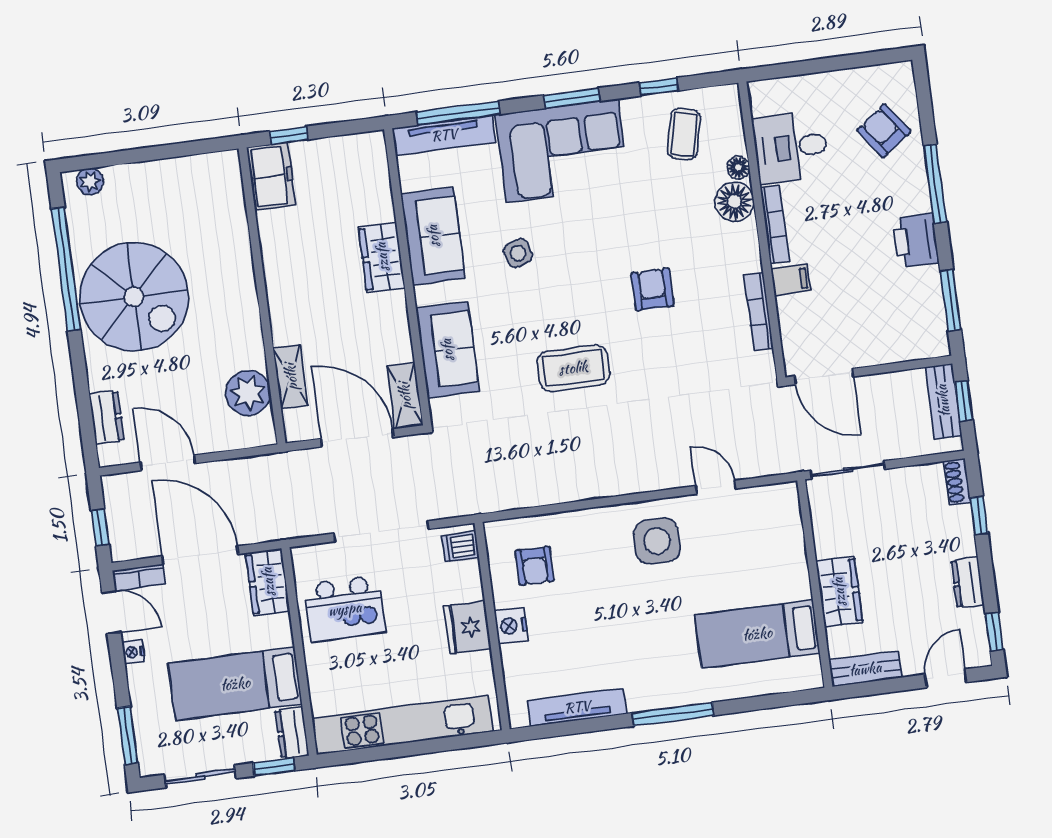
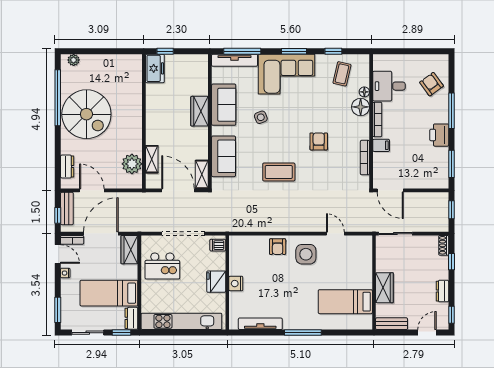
bench: (943, 401) -> (67, 209), moved
door: (200, 555) -> (101, 234), hinge flipped
armchair: (535, 566) -> (278, 247), moved

